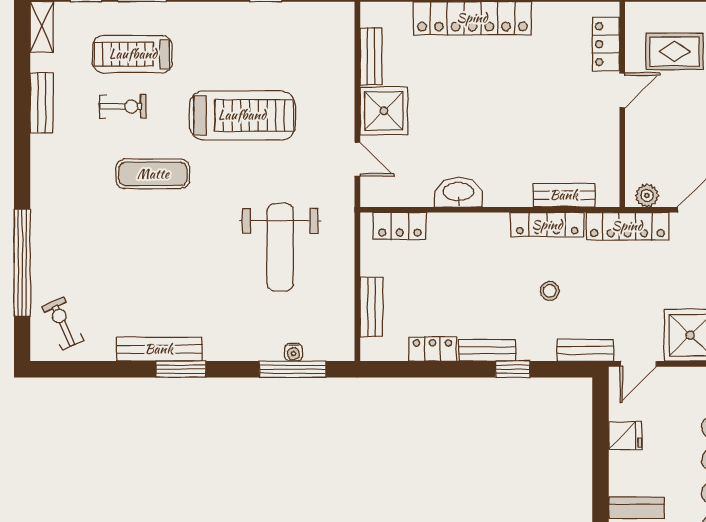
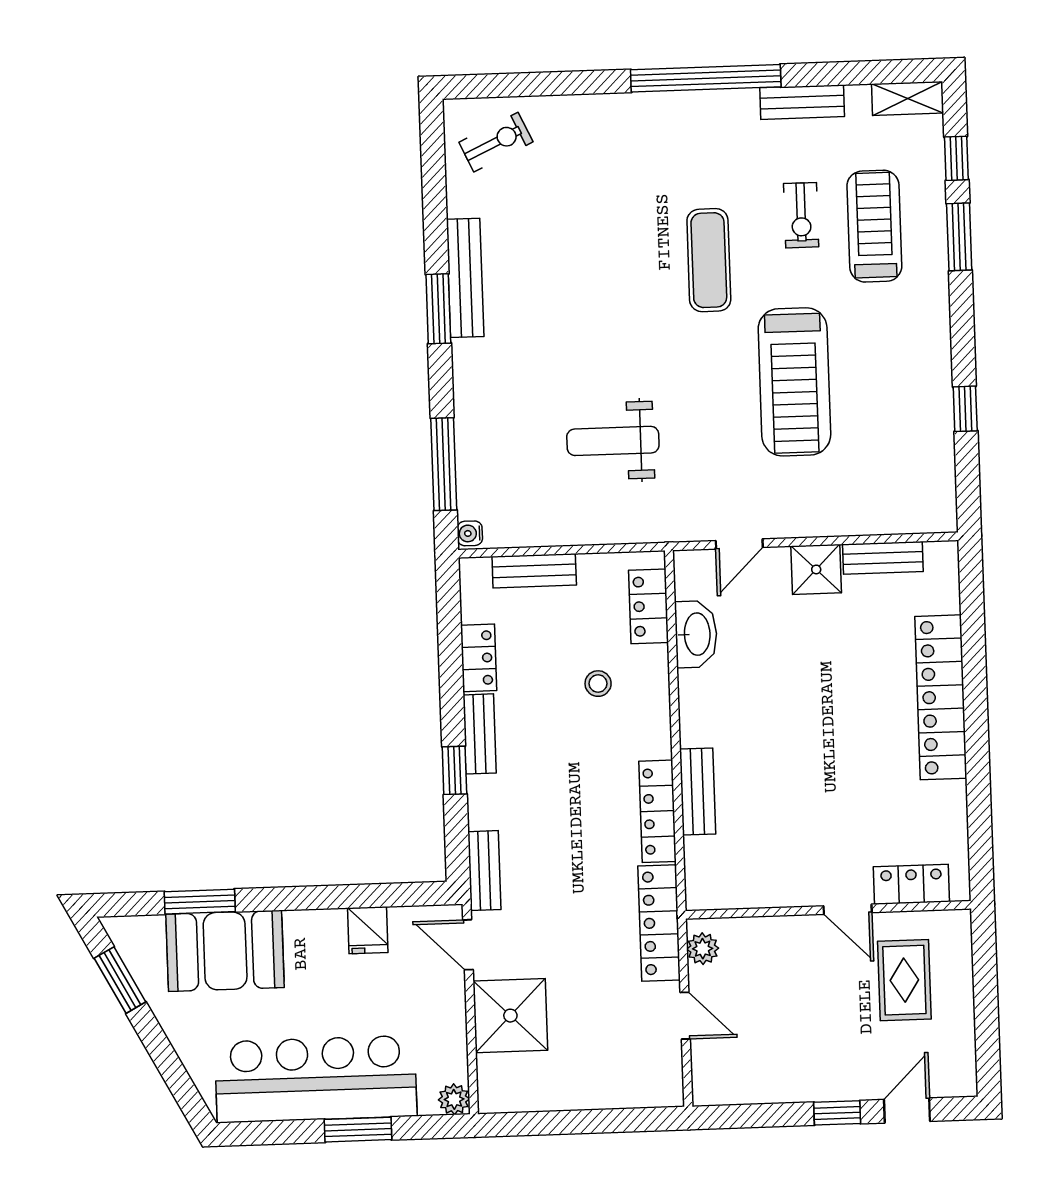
shower: (384, 111) -> (816, 569), width x0.73, depth x0.73
washbasin: (459, 192) -> (696, 634), moved
bench: (564, 195) -> (698, 792), moved
weight bench: (280, 247) -> (613, 441), width x0.73, depth x0.75
window: (22, 263) -> (706, 78), moved
stool: (550, 291) -> (598, 684), moved
water cooler: (293, 352) -> (470, 533), moved

